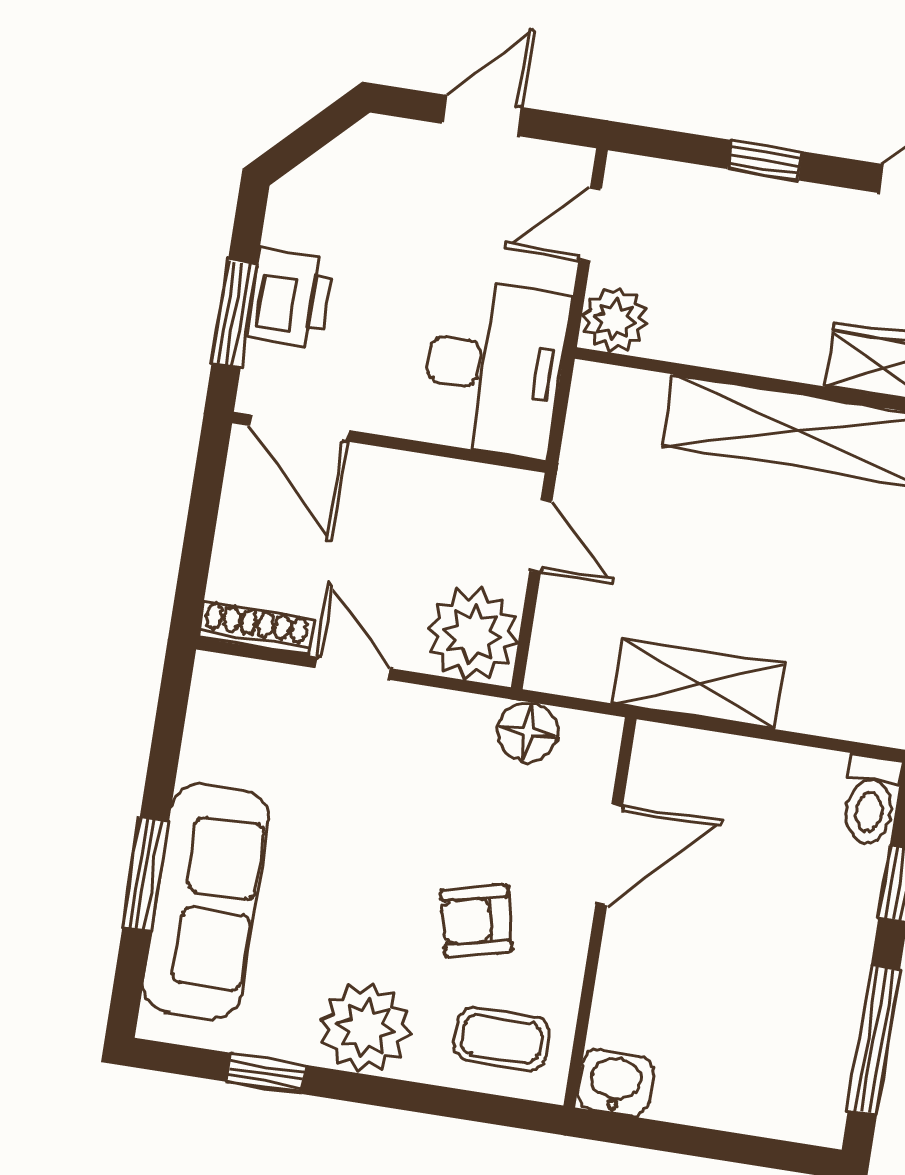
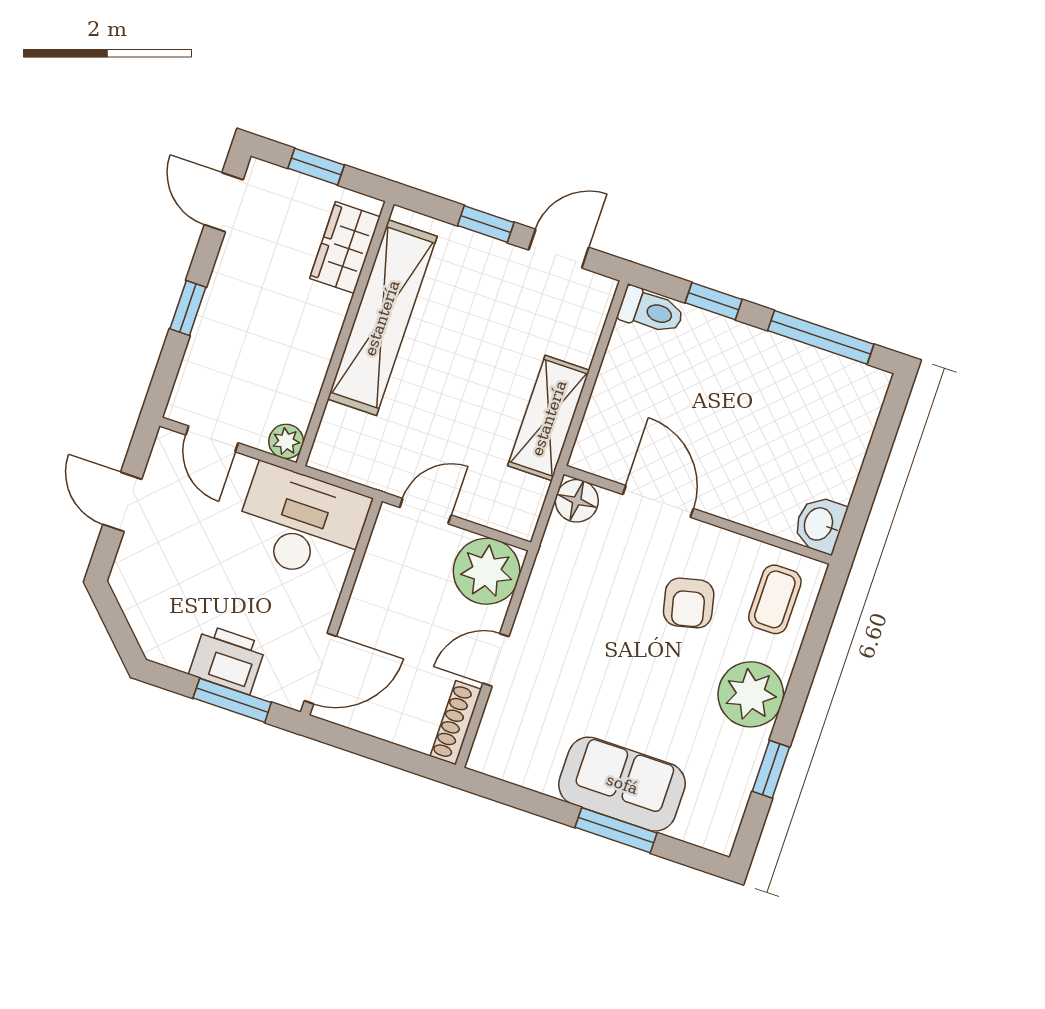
plant: (615, 320) -> (286, 441), width x0.73, depth x0.73
floor lamp: (527, 732) -> (577, 501), moved
sofa: (206, 902) -> (622, 784), width x0.73

